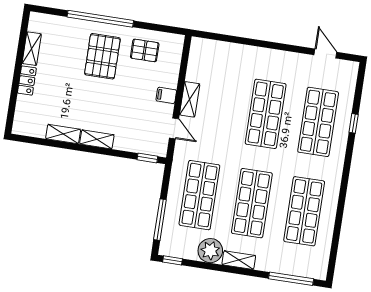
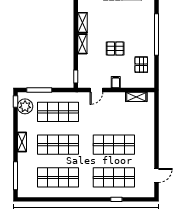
pallet: (102, 56) -> (115, 48), moved, width x0.67, depth x0.71
shelving: (190, 99) -> (136, 97), moved
plant: (210, 251) -> (25, 106), moved

